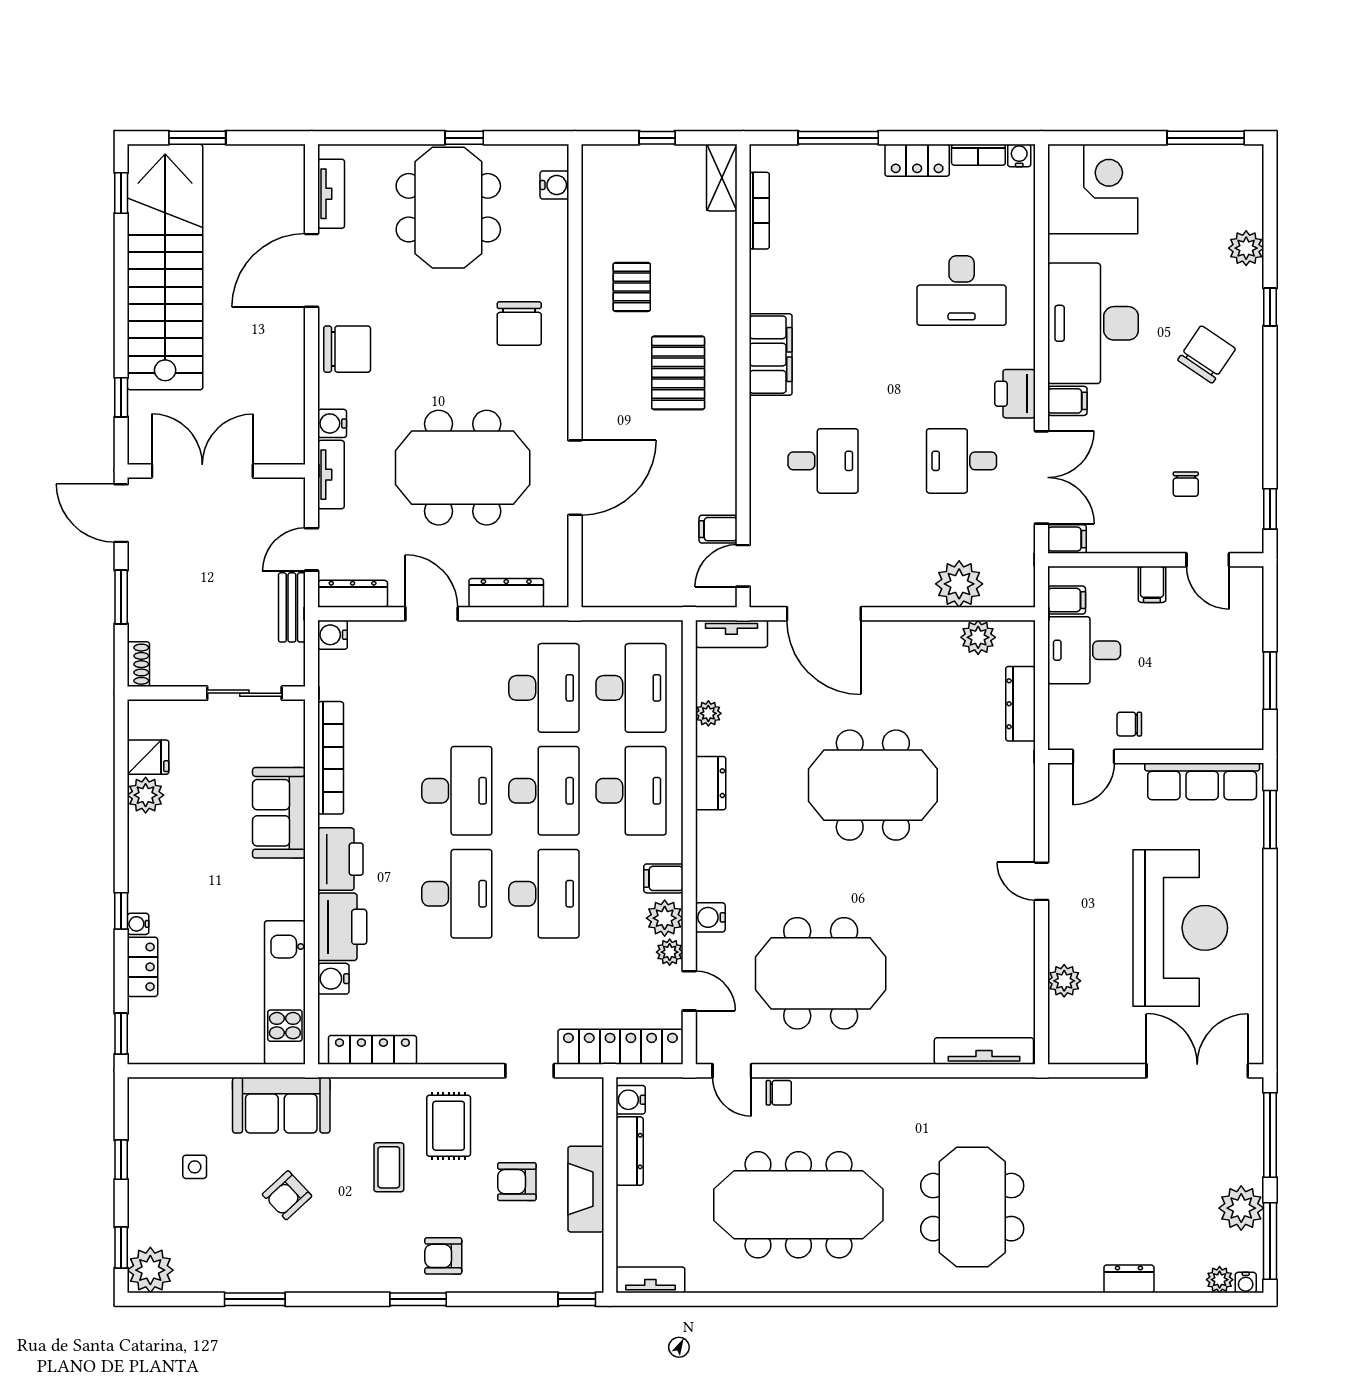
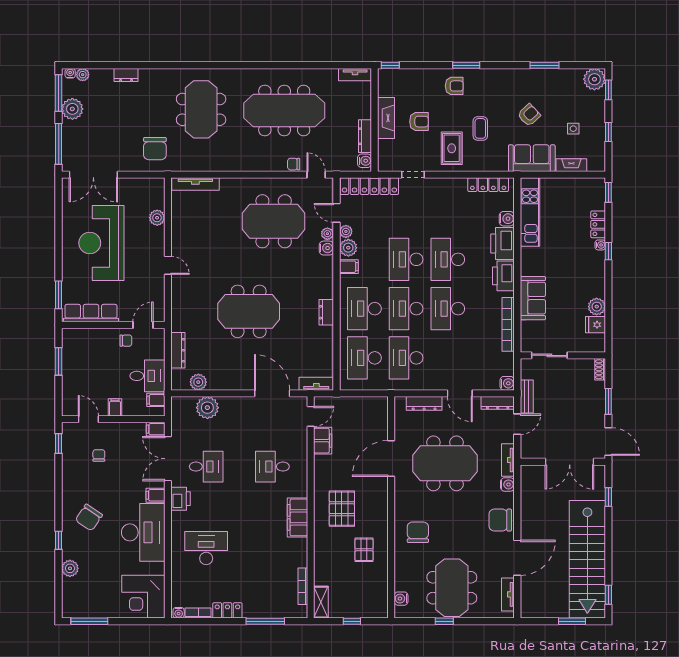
filing cabinet: (718, 529) -> (323, 441), width x2.00
plant: (708, 713) -> (327, 234), moved
fireplace: (199, 1091) -> (571, 165), added
chair: (1069, 1125) -> (155, 149), added

